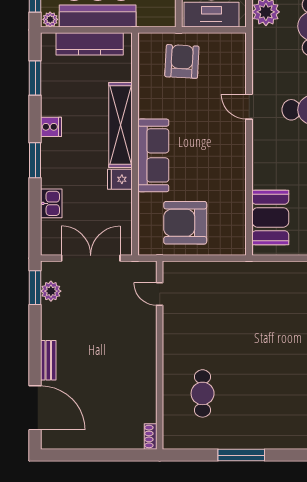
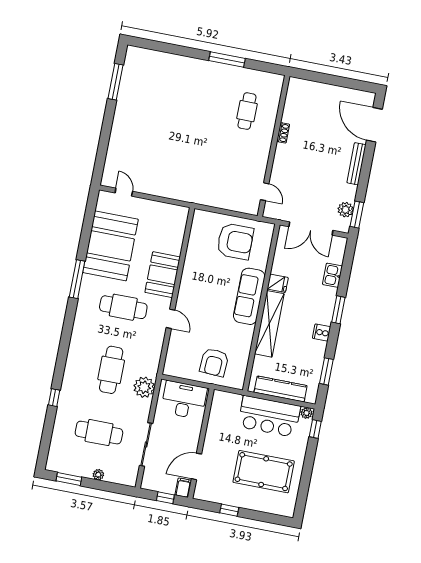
booth: (270, 217) -> (163, 275), moved
bench: (48, 360) -> (356, 164), width x1.36
shoe rack: (151, 436) -> (283, 133), moved

